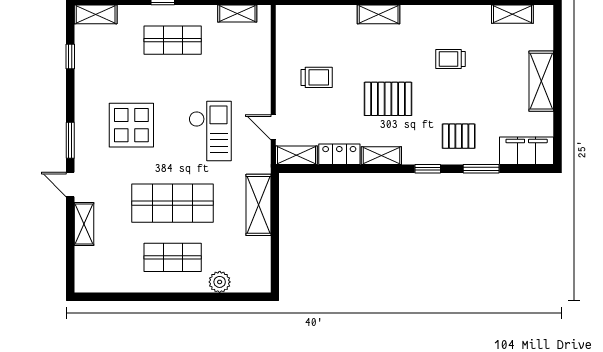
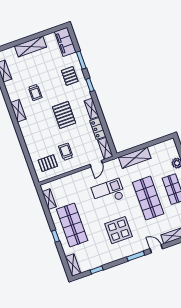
shelving: (379, 14) -> (18, 111), moved
pallet: (307, 35) -> (48, 163), added
shop shelf: (173, 40) -> (72, 225), width x1.43, depth x1.36
door: (70, 184) -> (156, 249), swing flipped

